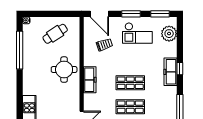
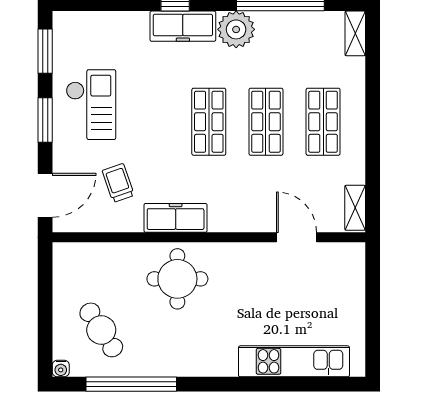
cafe table: (55, 34) -> (101, 330), moved
plant: (169, 34) -> (236, 29), moved
freezer: (90, 80) -> (176, 218), moved

